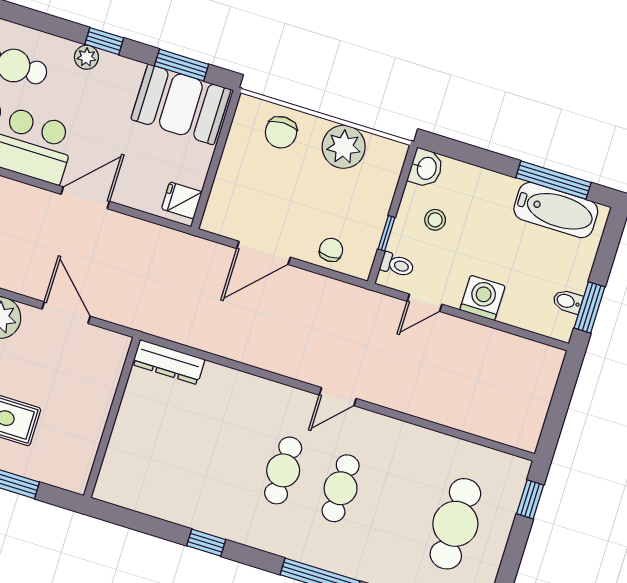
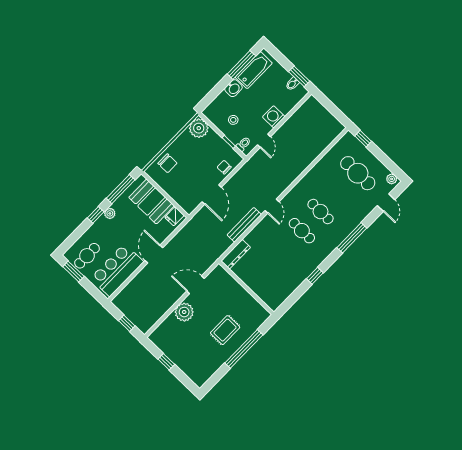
plant: (86, 57) -> (110, 213), moved
window: (182, 65) -> (121, 189), width x1.44
booth: (181, 104) -> (151, 202), moved, turned 90
plant: (344, 147) -> (199, 128), moved
washbasin: (426, 168) -> (233, 88), moved, turned 90
bench: (236, 349) -> (244, 225), added
door: (338, 397) -> (272, 206), moved

